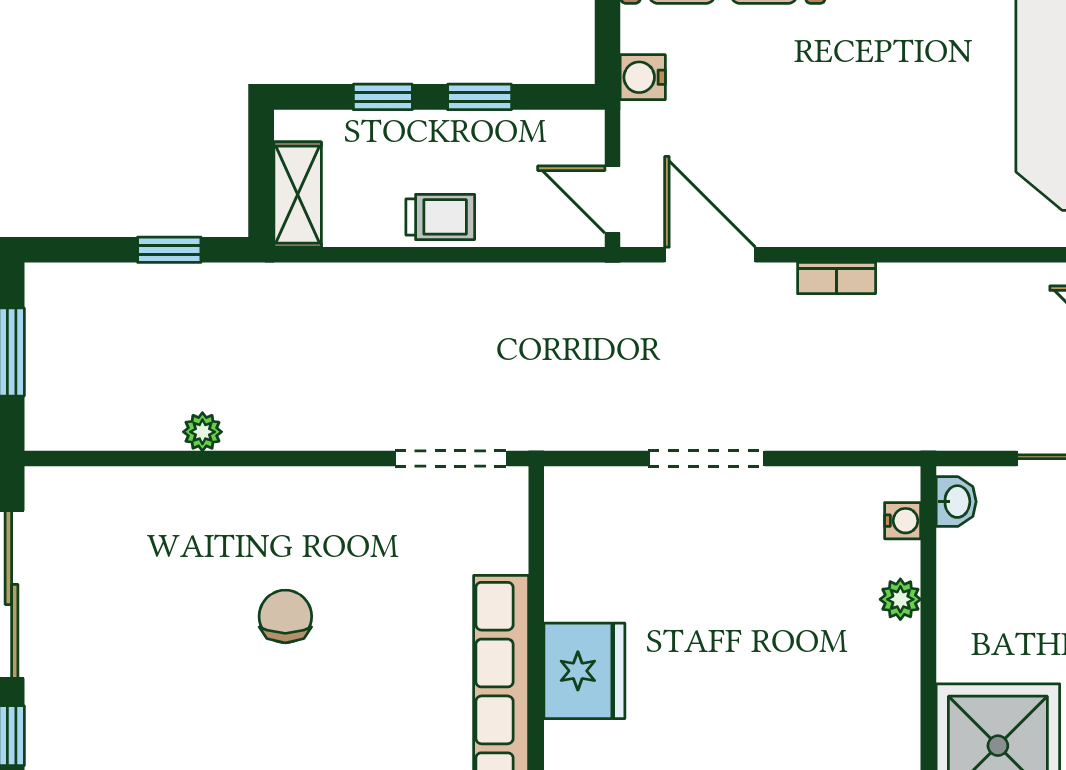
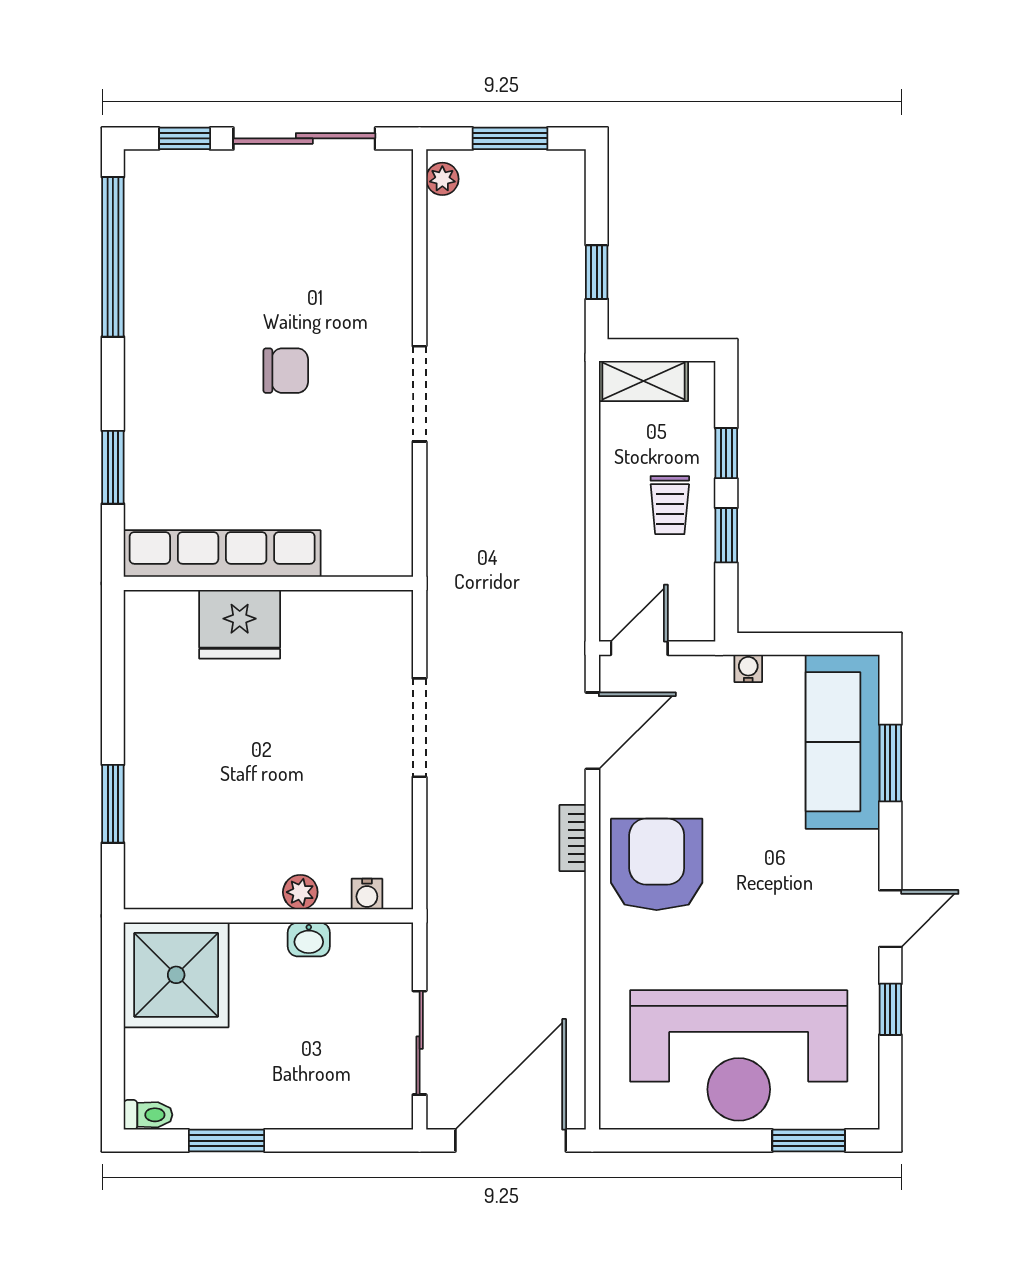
water cooler: (643, 77) -> (748, 668), width x0.72, depth x0.72
armchair: (868, 179) -> (657, 864), added
trolley: (440, 217) -> (670, 505), moved
plant: (202, 432) -> (442, 179), moved
doorway: (451, 459) -> (420, 394), moved
washbasin: (956, 502) -> (309, 939), moved

